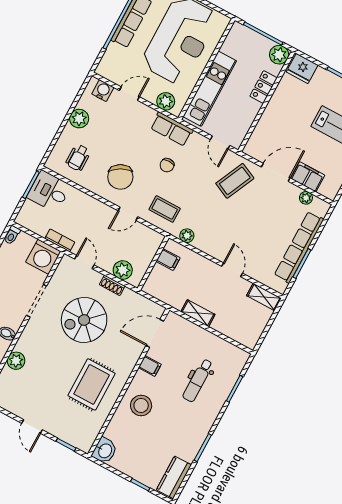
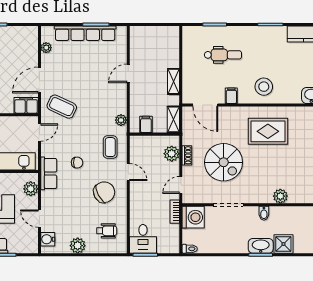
door: (276, 172) -> (39, 80), hinge flipped
filing cabinet: (308, 177) -> (26, 105), moved, turned 90
shelving: (264, 297) -> (173, 119), moved

